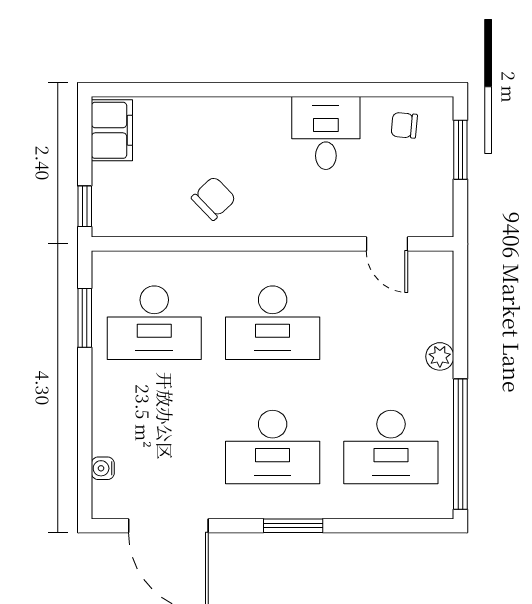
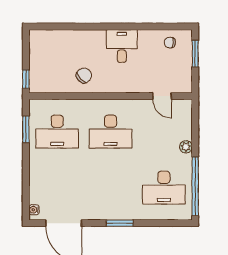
filing cabinet: (112, 130) -> (38, 45), removed
desk: (326, 133) -> (122, 46), moved
desk: (273, 447) -> (111, 188), removed
water cooler: (103, 468) -> (34, 210), moved

